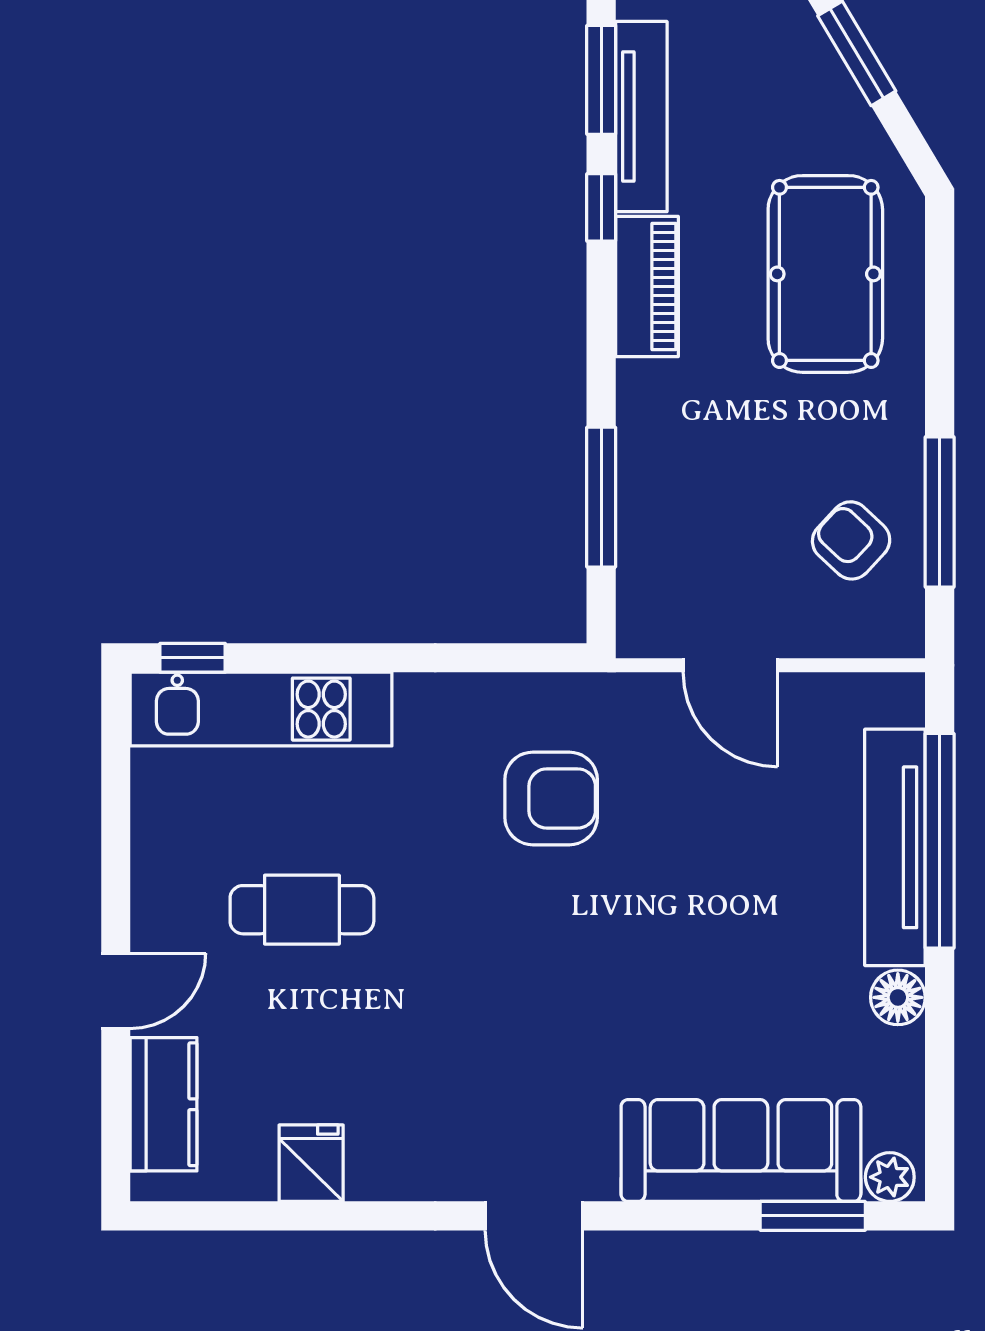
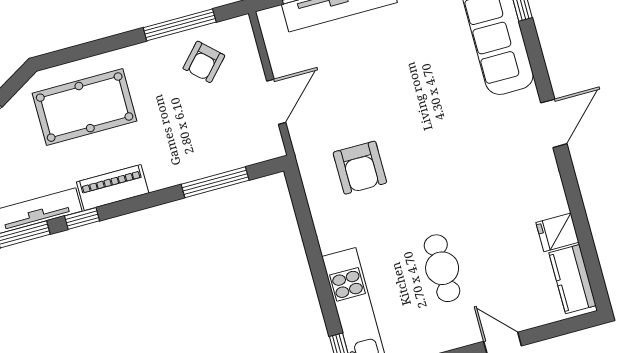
armchair: (551, 798) -> (360, 168), turned 180
kitchen counter: (164, 1104) -> (573, 279), moved, turned -90

